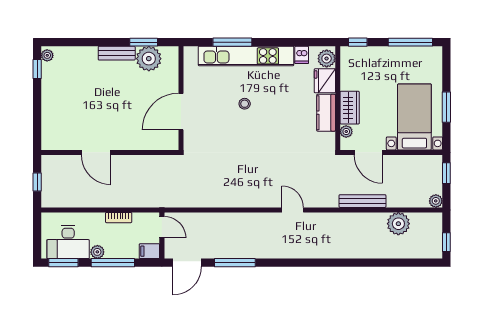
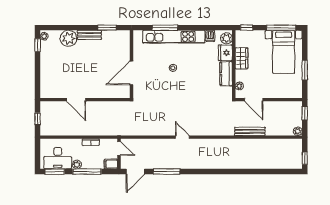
plant: (149, 59) -> (68, 38), moved
wardrobe: (350, 108) -> (242, 58), moved
bed with nightstands: (414, 117) -> (284, 52), moved, turned 180
door: (293, 210) -> (182, 137), moved
plant: (398, 224) -> (273, 146), removed

